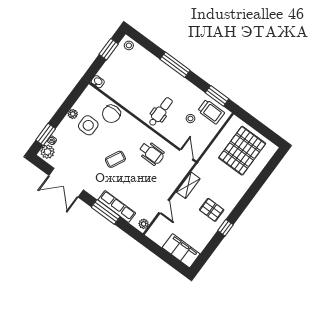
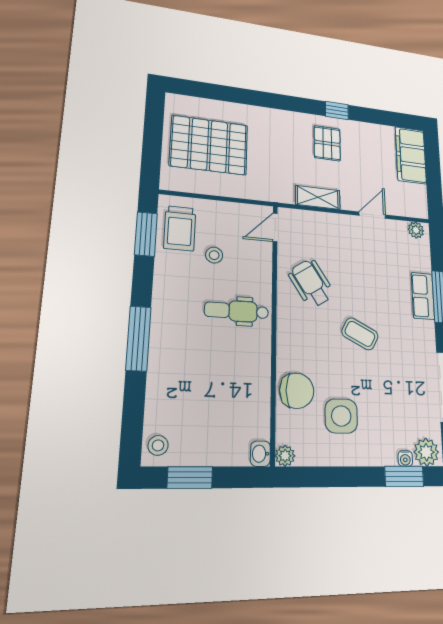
trolley: (211, 112) -> (180, 228), turned 180
plant: (73, 114) -> (285, 456), moved
wheelchair: (151, 153) -> (311, 283), turned -33
row of seats: (117, 207) -> (423, 296), width x0.68

